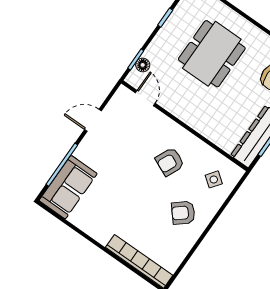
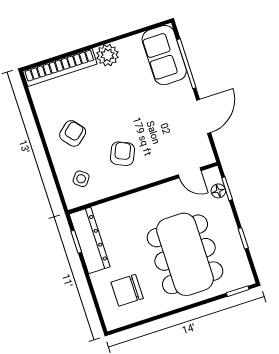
dining table: (212, 54) -> (185, 254), width x1.36, depth x1.24
door: (93, 120) -> (204, 116), width x1.38
plant: (101, 231) -> (108, 55), added

